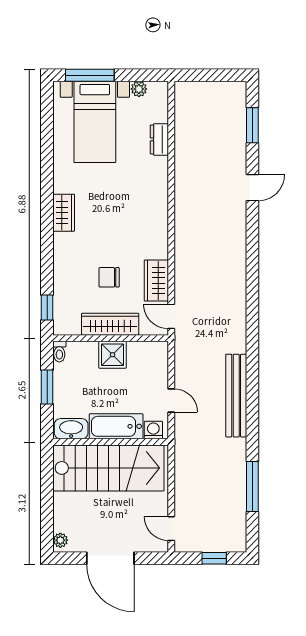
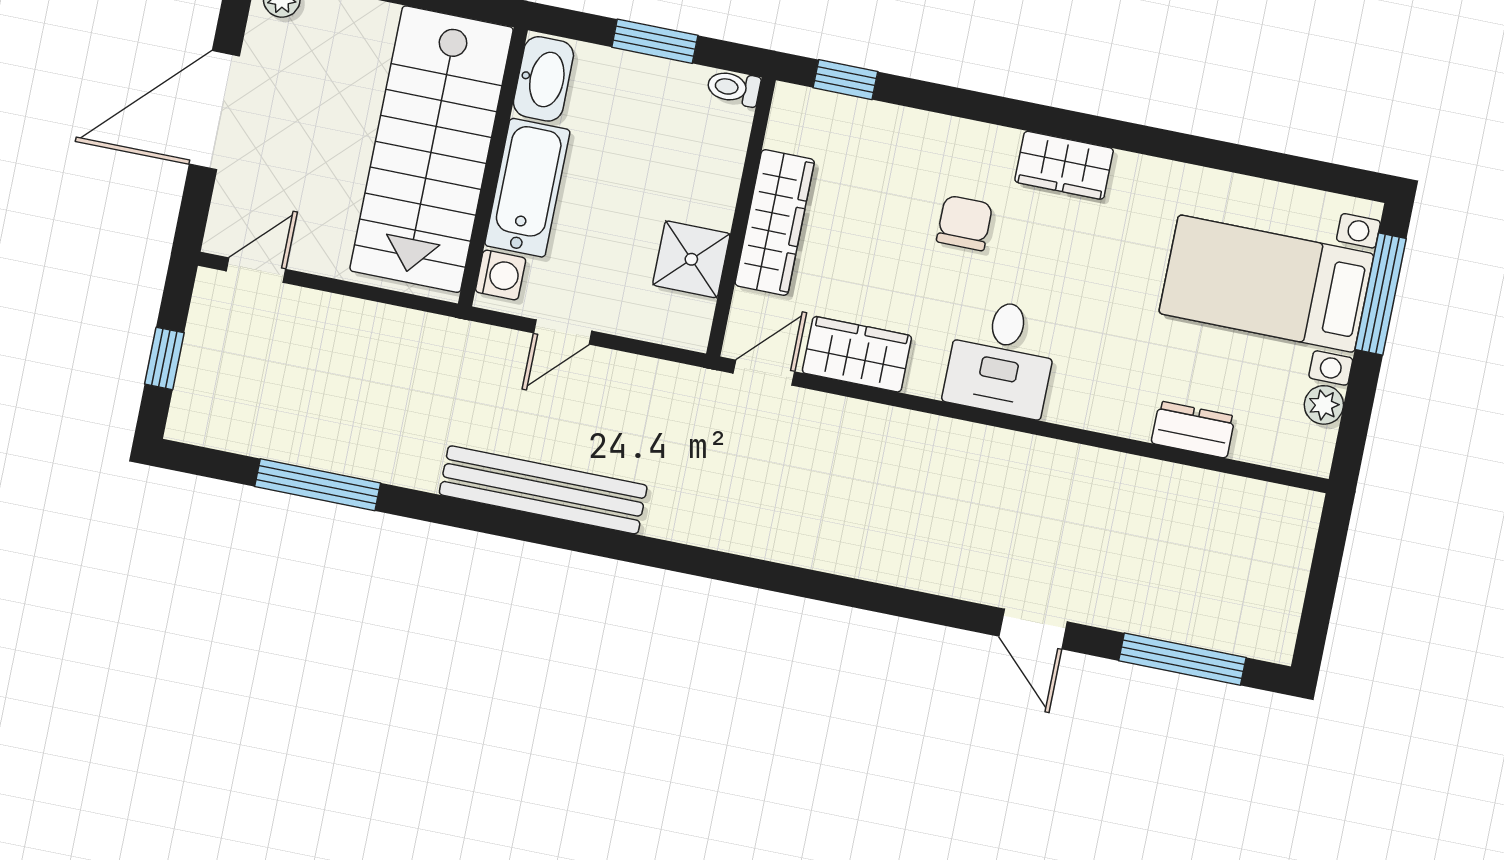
window: (252, 125) -> (1182, 659), width x1.44
desk: (146, 222) -> (1001, 358), added
chair: (109, 277) -> (965, 223), moved
shower: (113, 355) -> (691, 259), moved

